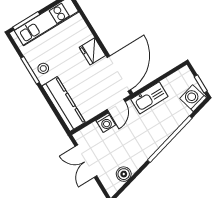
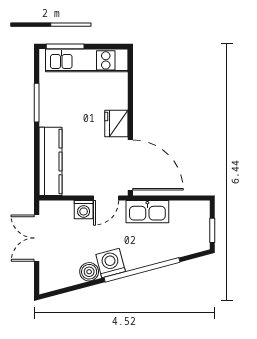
stool: (43, 68) -> (52, 109), removed
door: (119, 74) -> (130, 165), hinge flipped
washing machine: (193, 98) -> (111, 263), moved
boiler: (124, 174) -> (89, 272), moved

